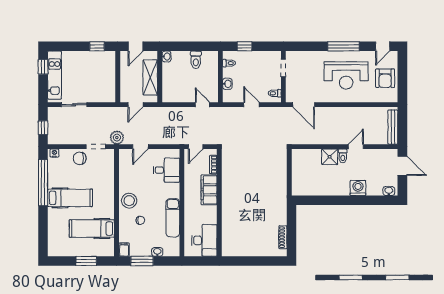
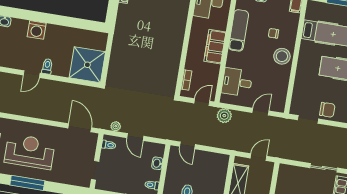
plant: (271, 112) -> (116, 126), added
plant: (117, 138) -> (224, 116), moved
shower: (330, 157) -> (87, 65), moved, width x1.86, depth x1.86
filing cabinet: (209, 190) -> (215, 47), moved, turned 180

